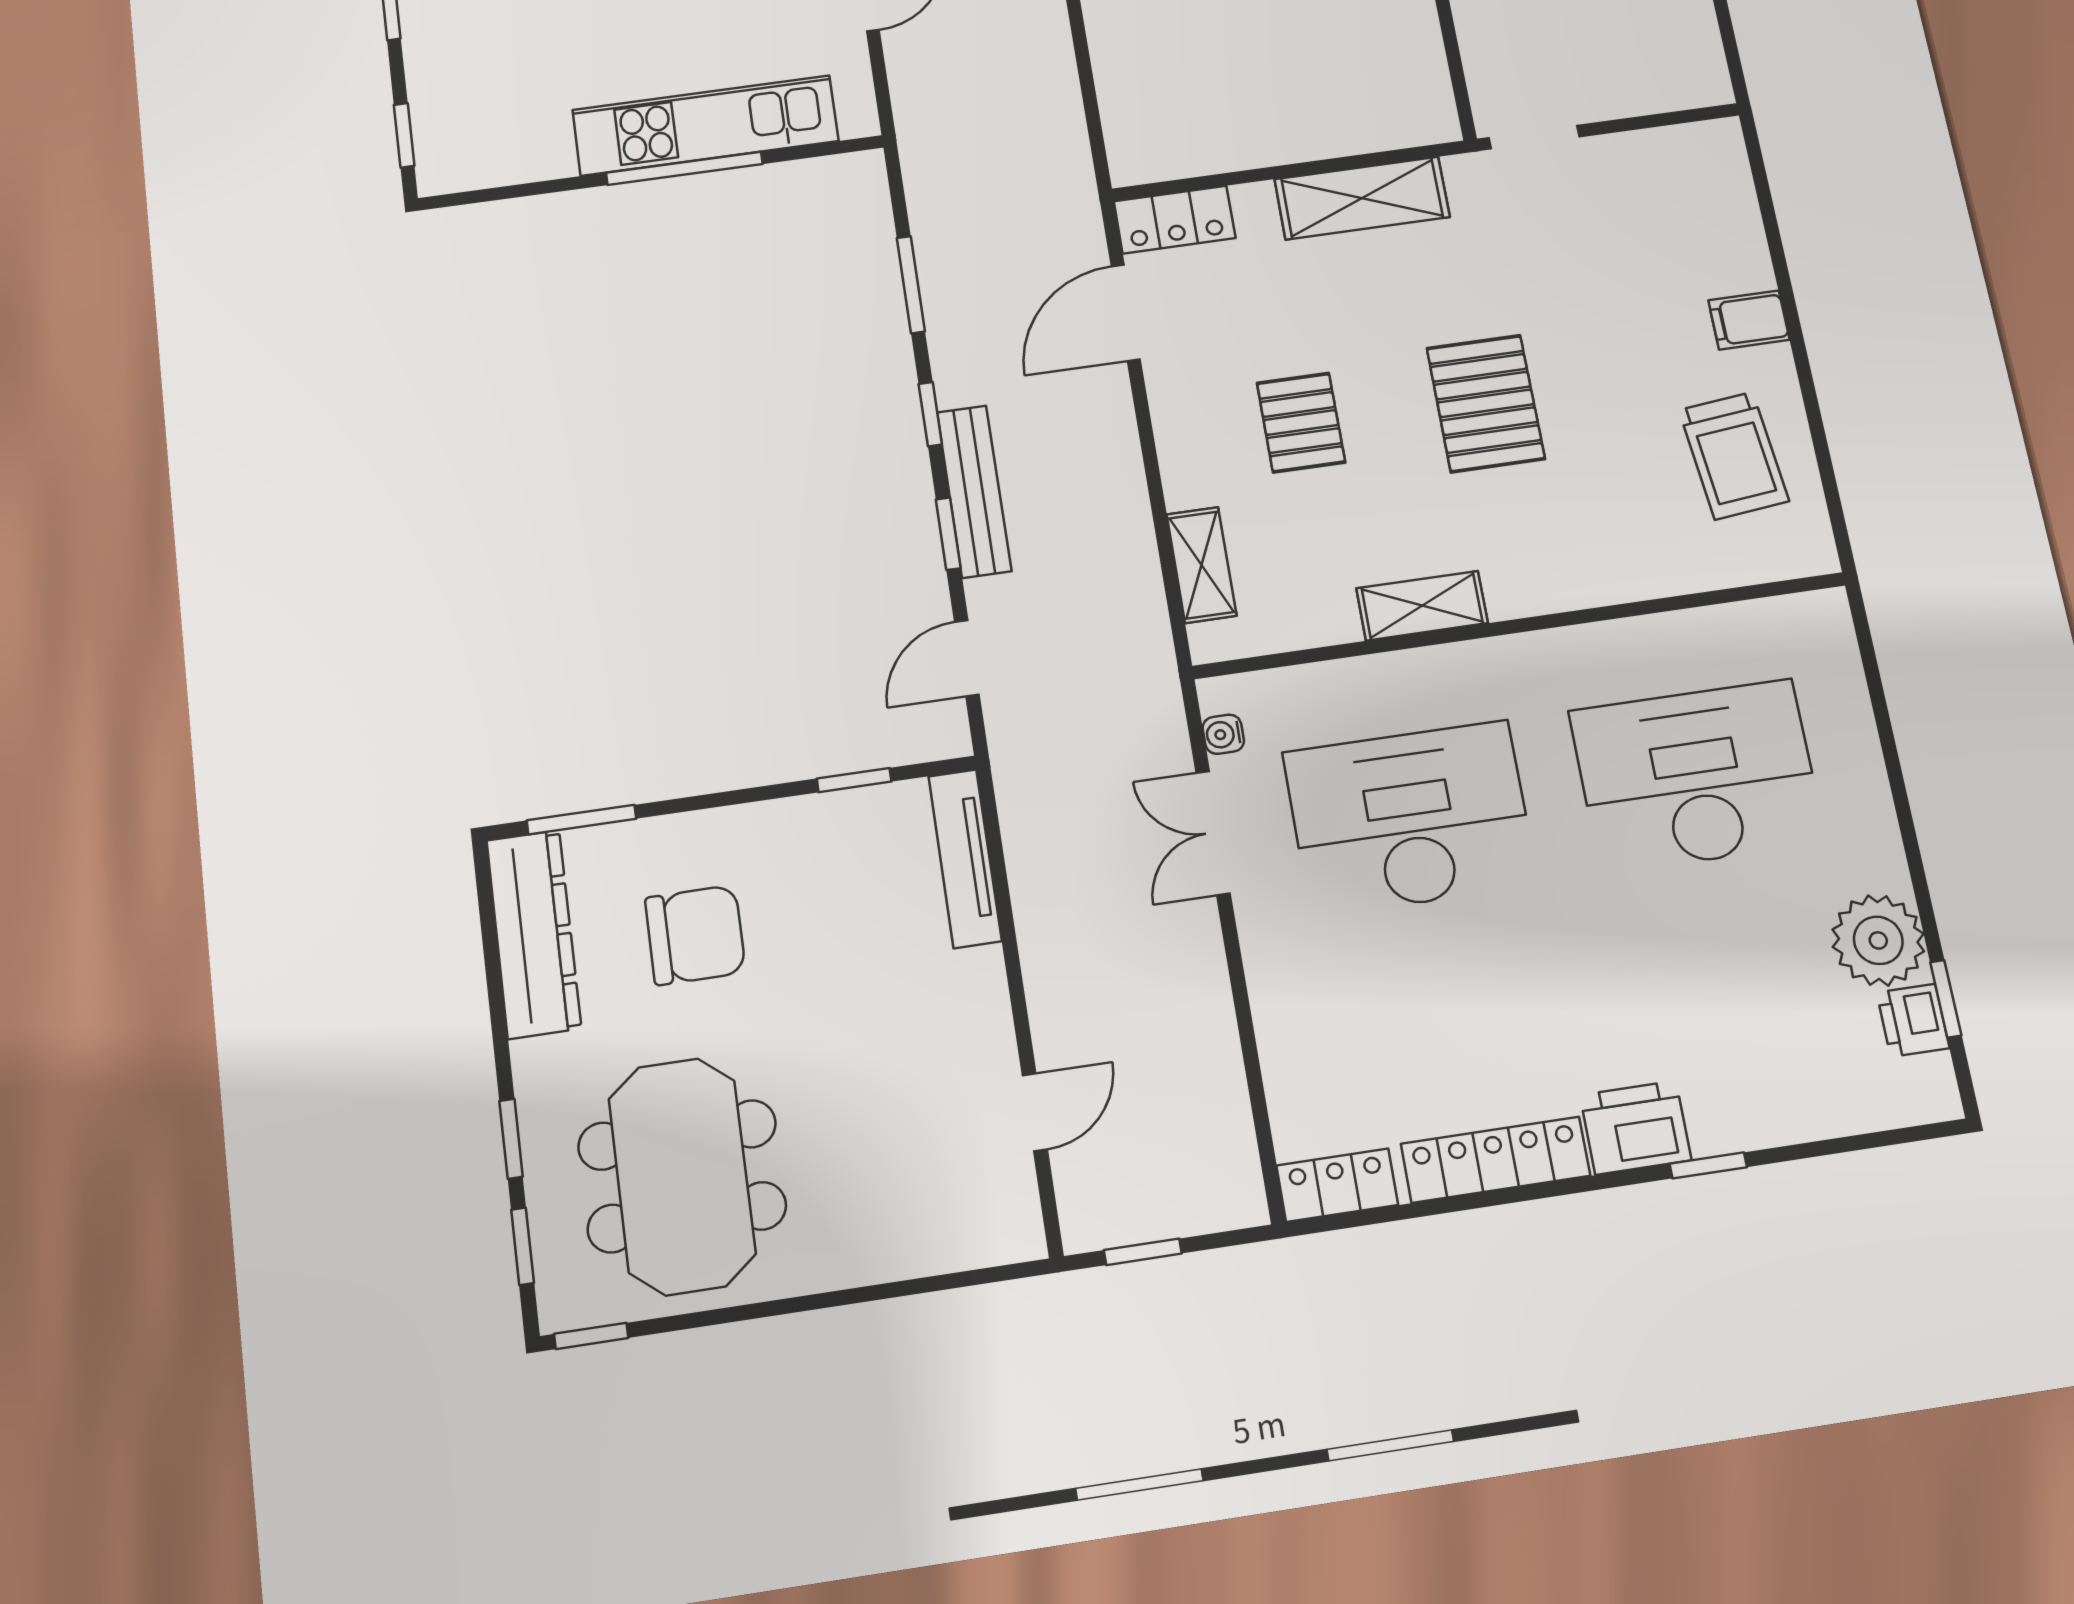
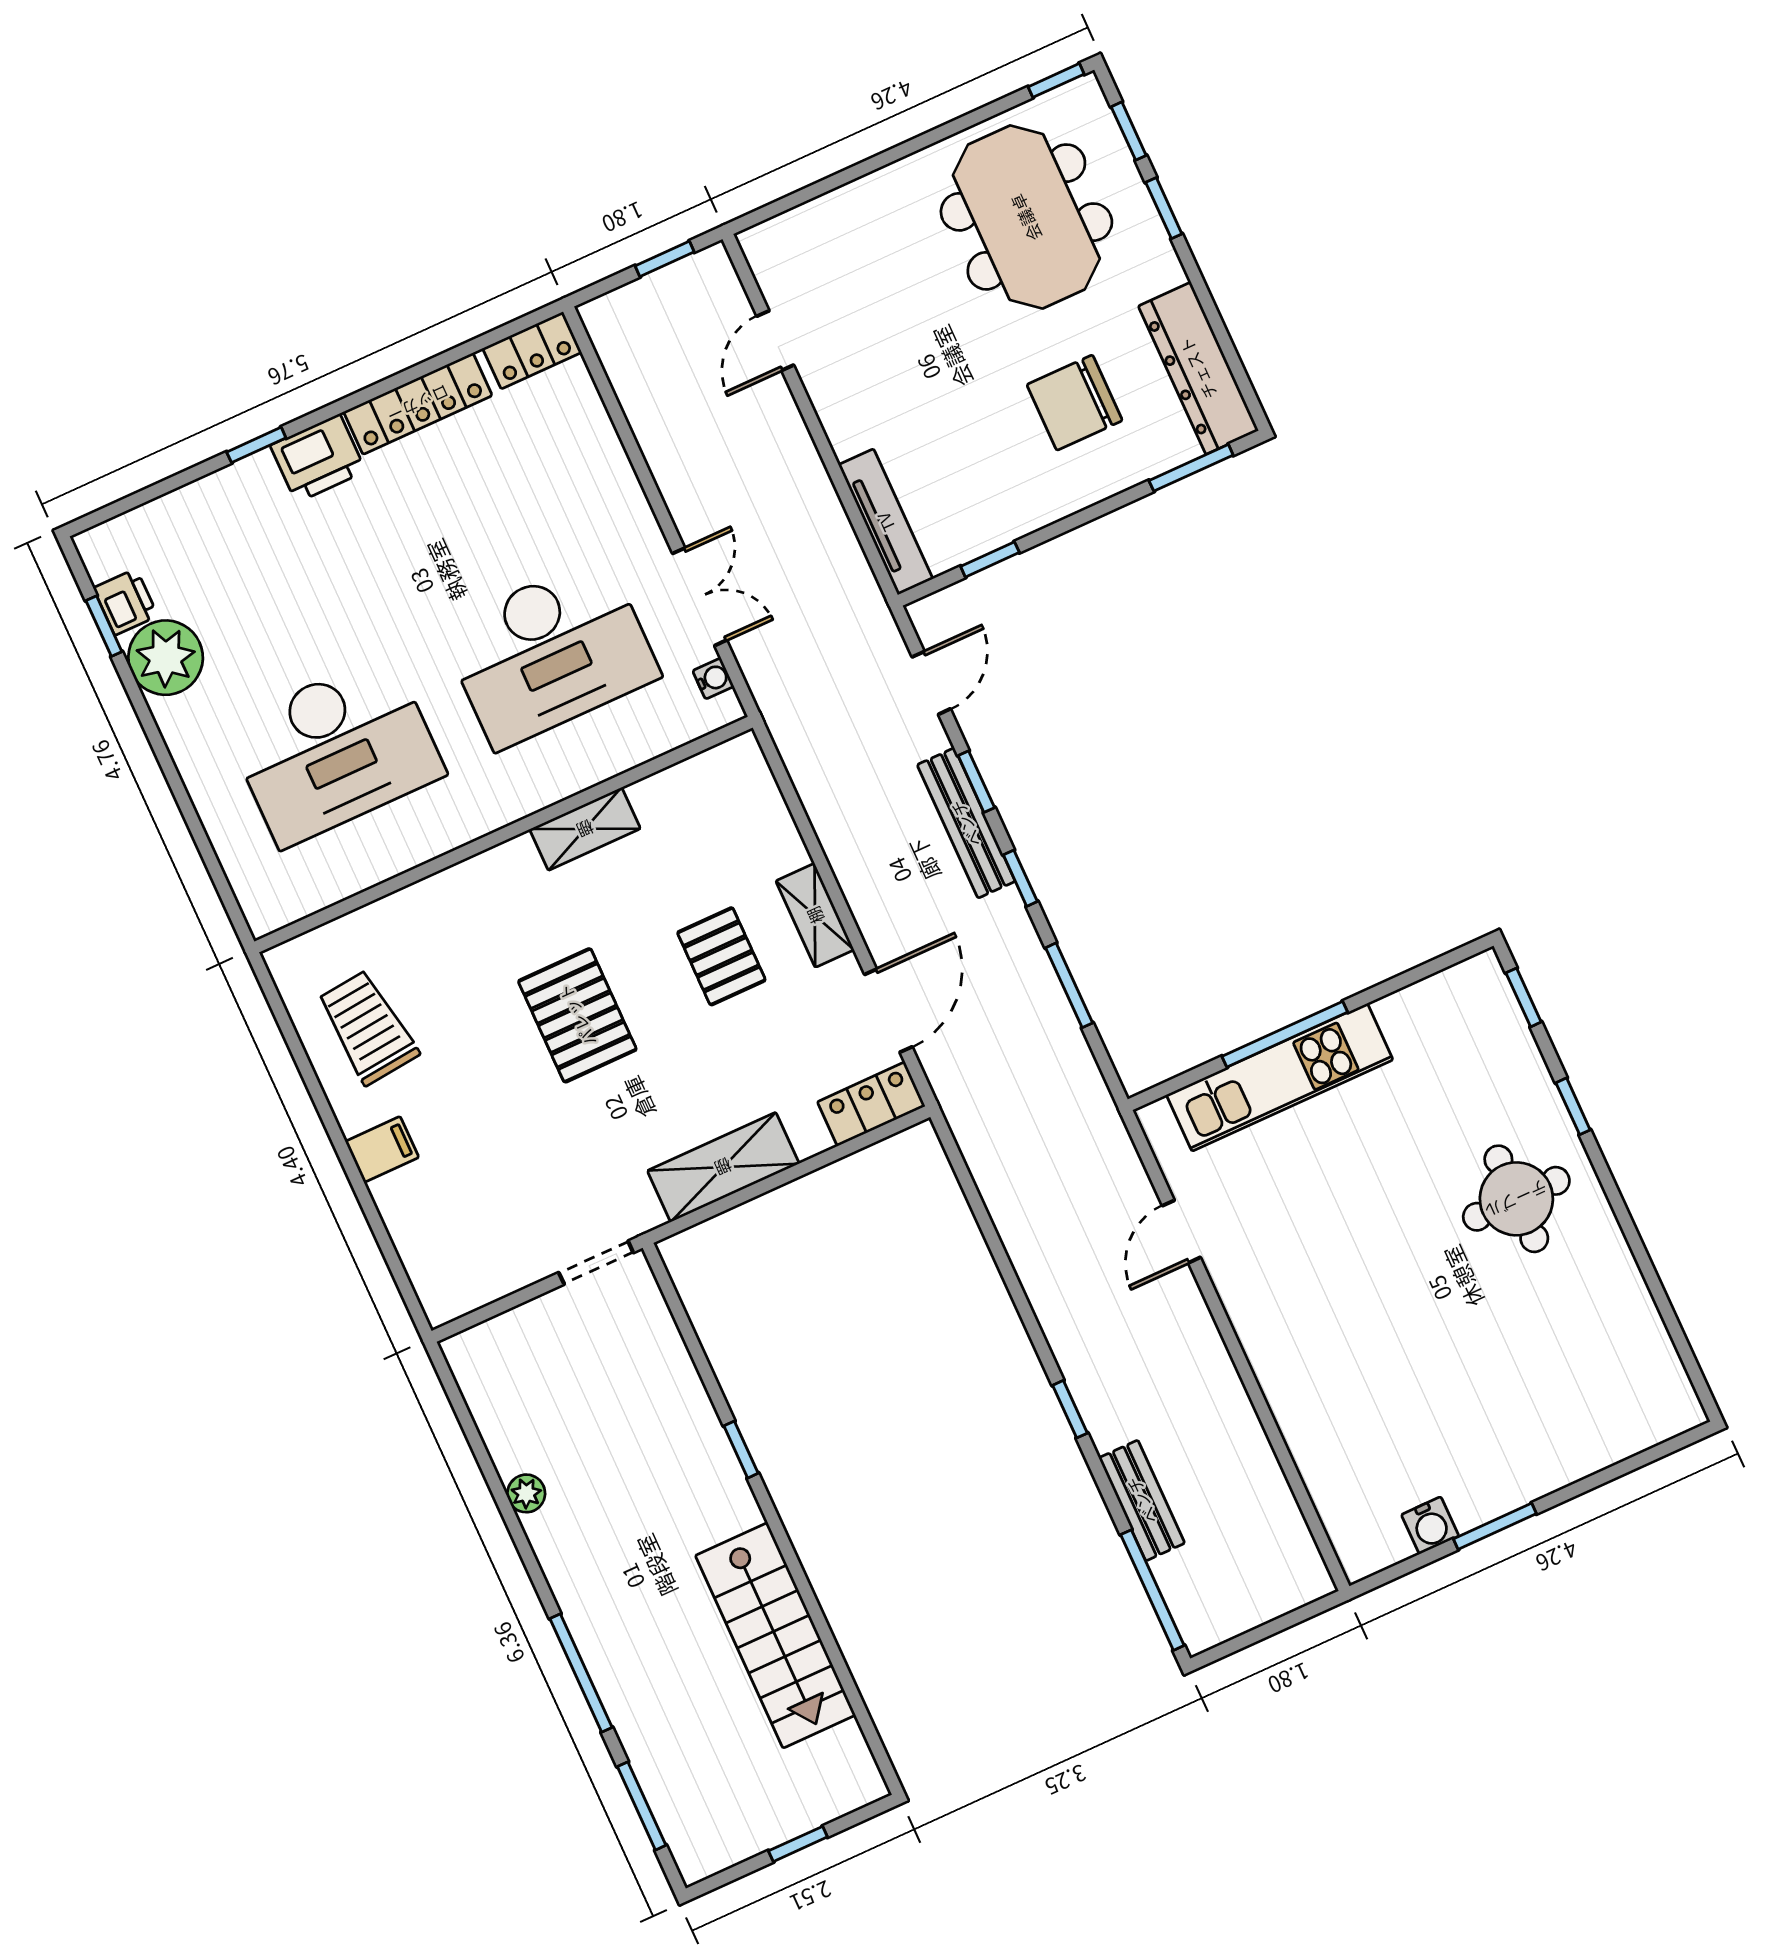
shelving: (1202, 565) -> (815, 915), moved

